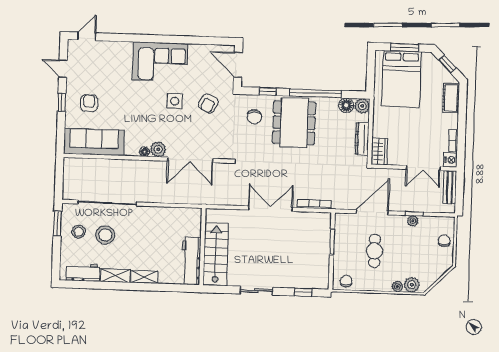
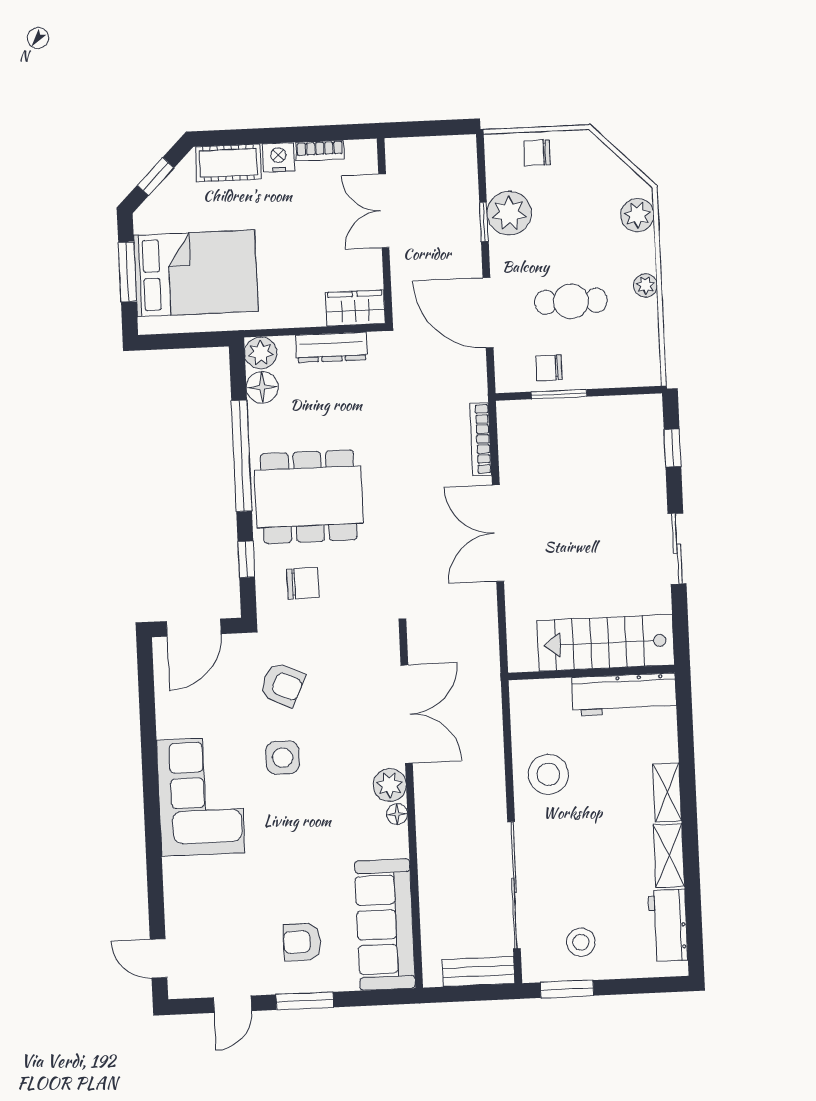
window: (62, 102) -> (305, 1001), width x1.50
nightstand: (450, 160) -> (278, 157), moved
double door: (423, 168) -> (384, 211), swing flipped
bench: (450, 187) -> (478, 972), moved
plant: (413, 221) -> (509, 213), width x1.87, depth x1.87
stool: (105, 235) -> (548, 774), moved
chair: (346, 281) -> (549, 368), moved
plant: (397, 286) -> (645, 285), moved

